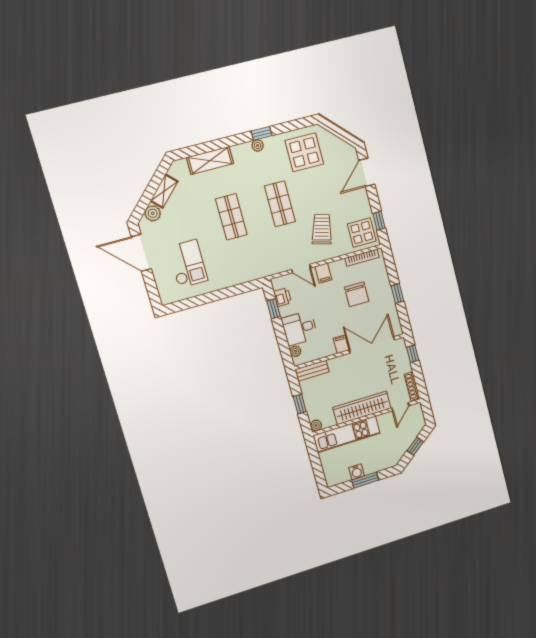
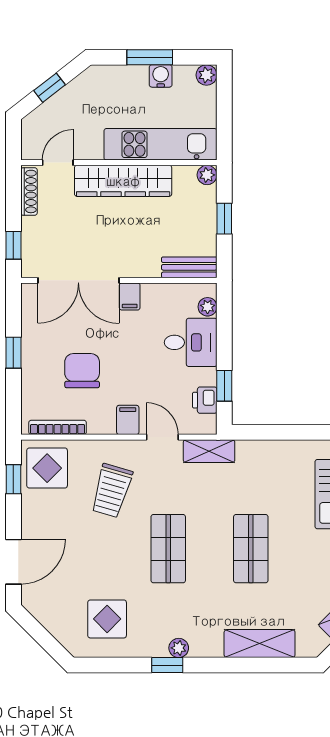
display table: (304, 152) -> (107, 619), width x0.73, depth x0.73
shelving: (272, 268) -> (209, 451), added
plant: (331, 480) -> (207, 75), added

